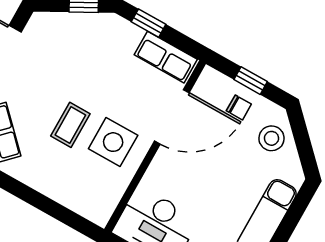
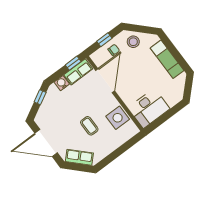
window: (149, 23) -> (73, 63), moved
water cooler: (130, 35) -> (62, 83), added
side table: (113, 142) -> (118, 118), moved

